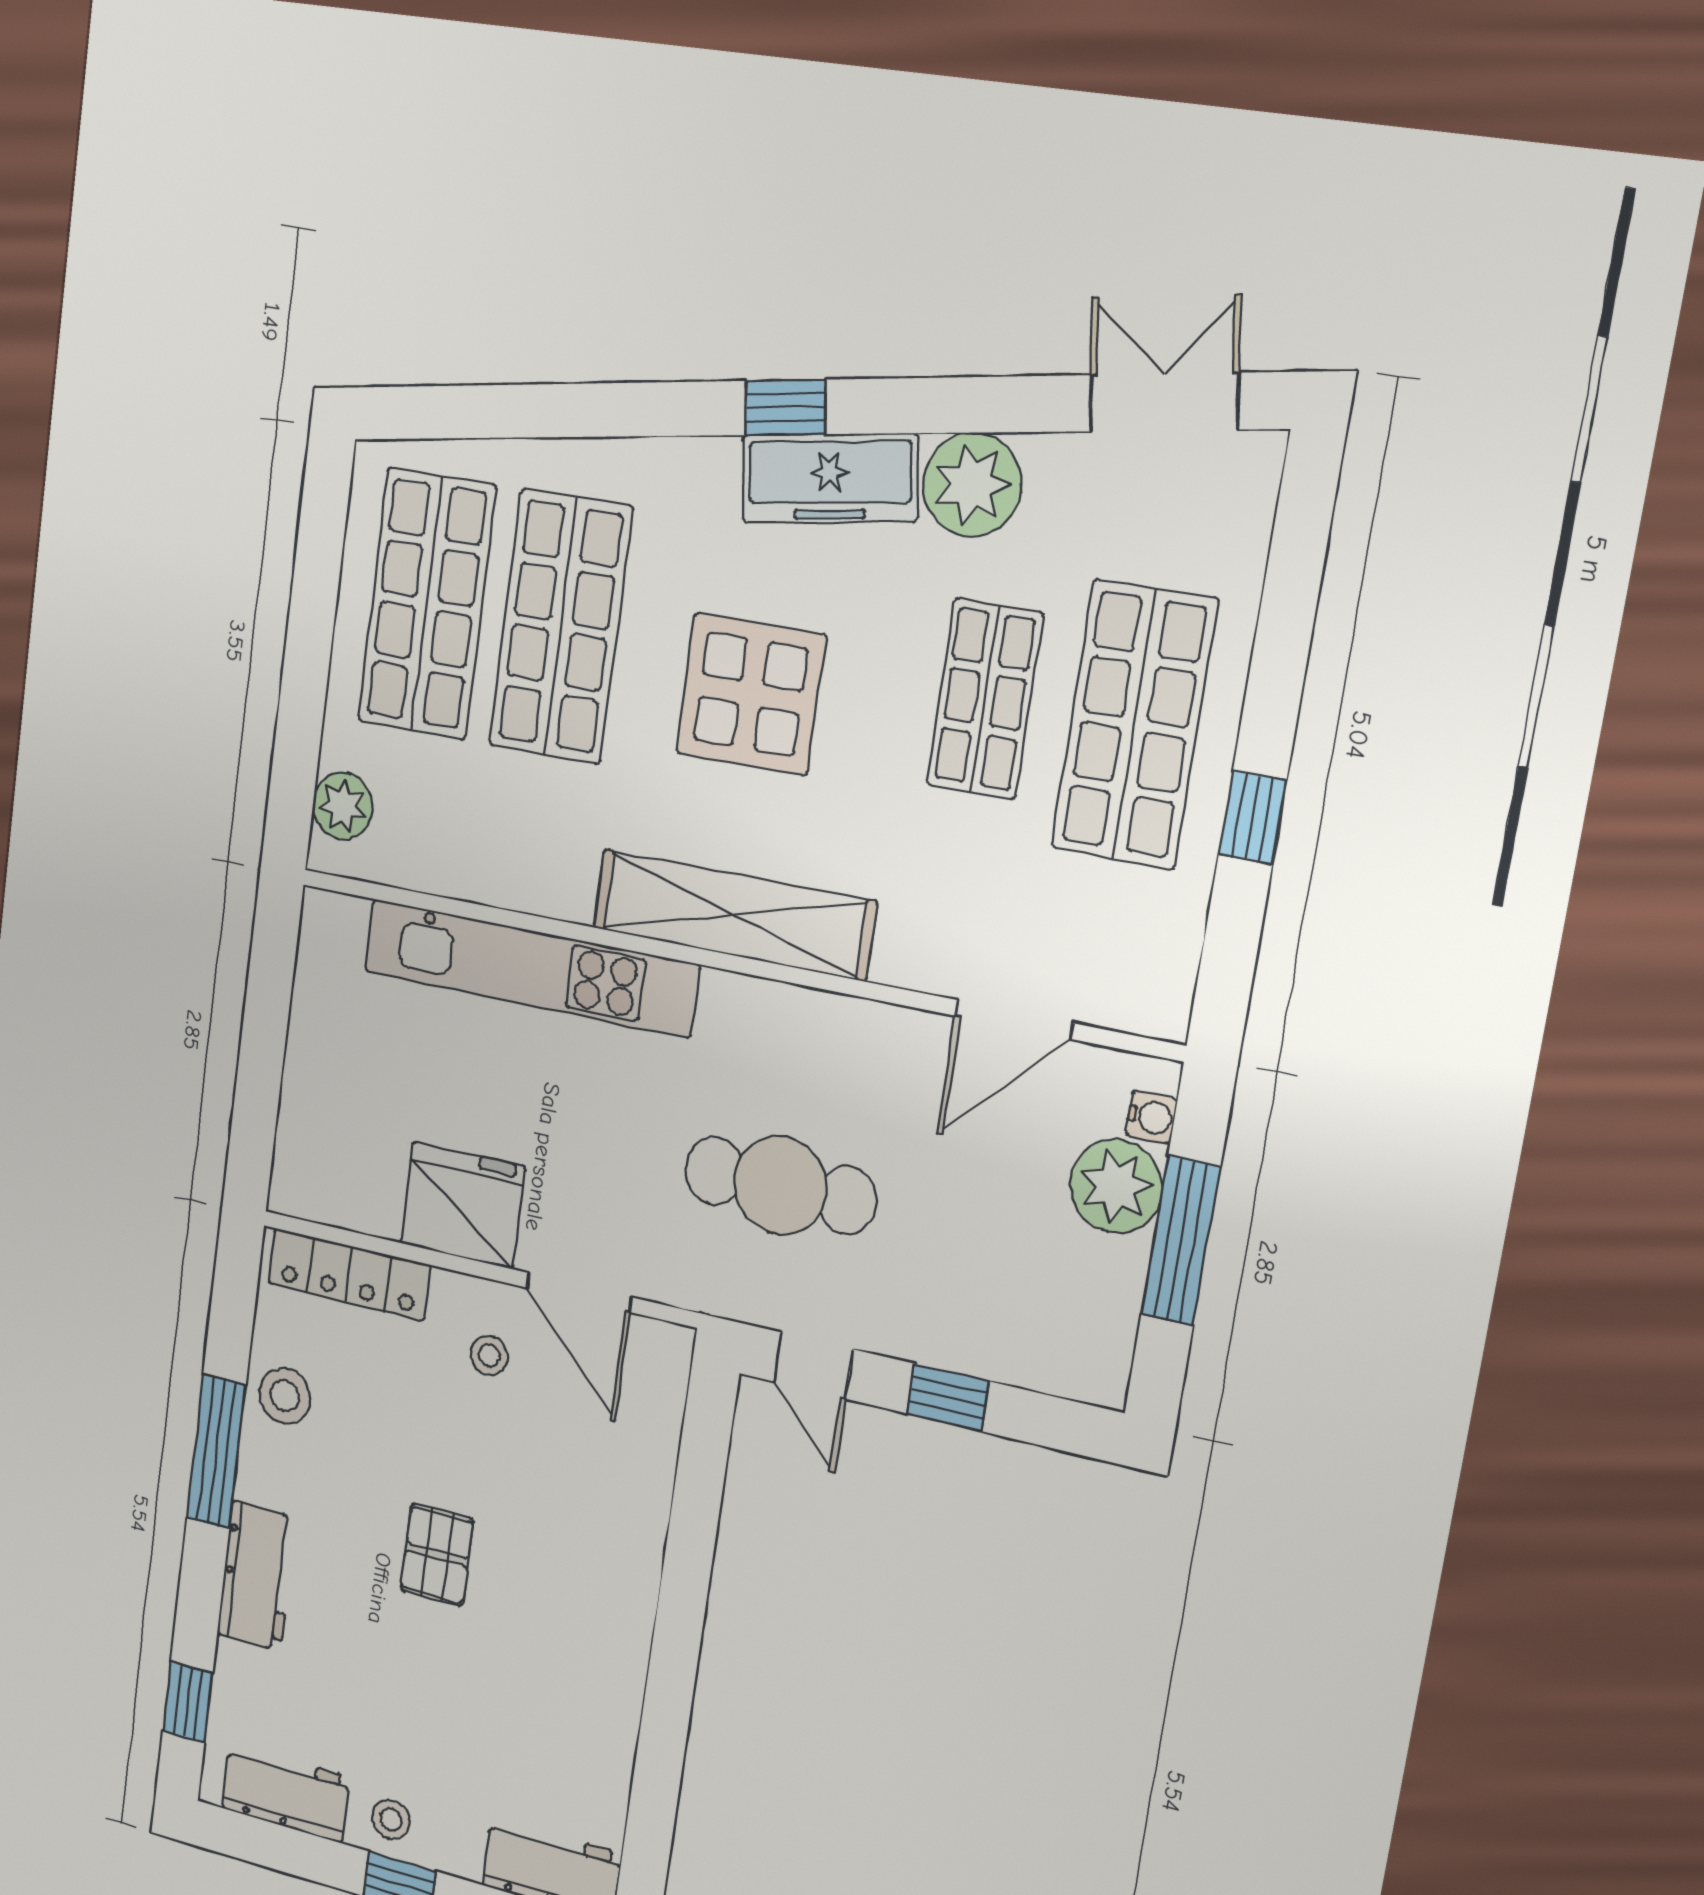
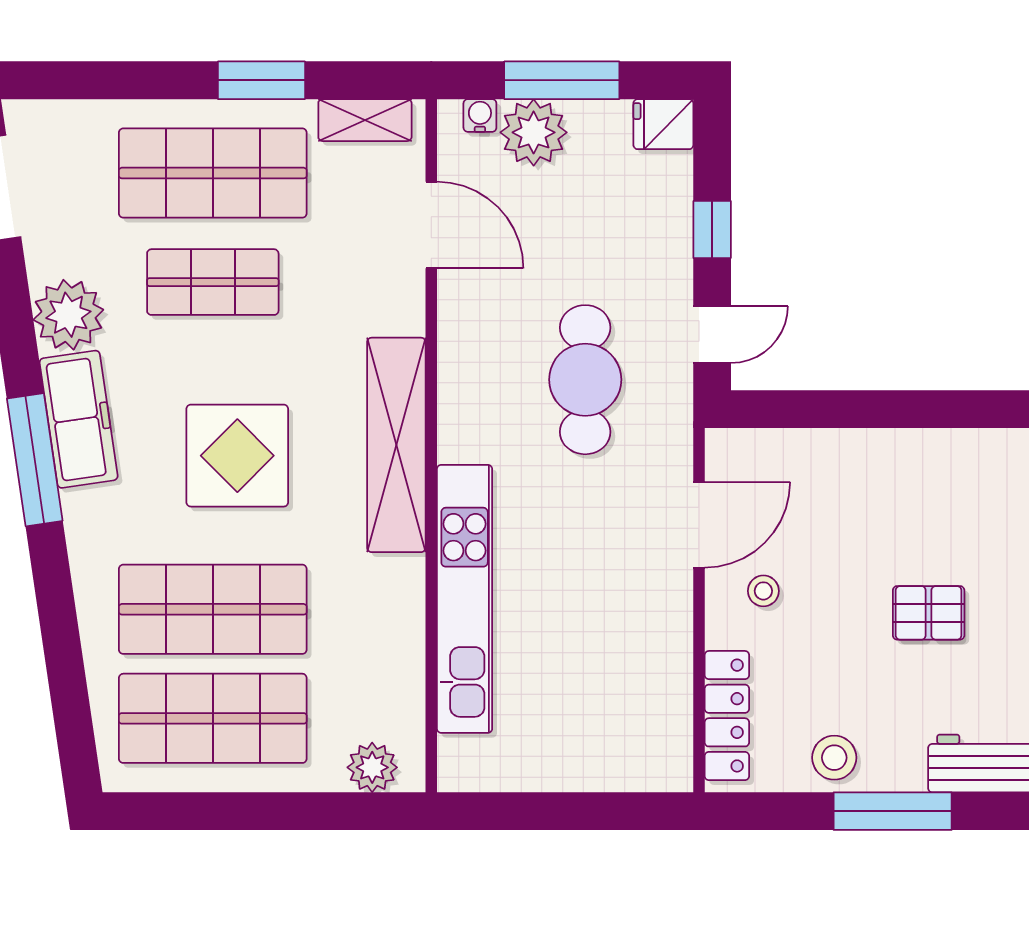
window: (785, 407) -> (35, 460), width x2.17
window: (1253, 817) -> (261, 80), width x1.50
shelving: (1172, 955) -> (365, 120), added
fridge: (463, 1205) -> (663, 124), moved, width x0.53, depth x0.75

